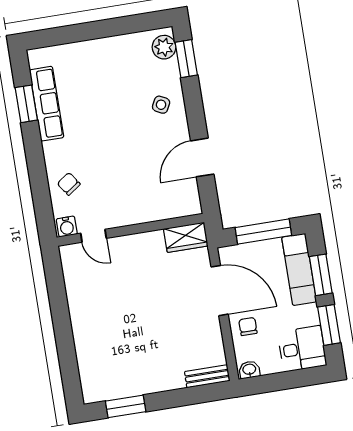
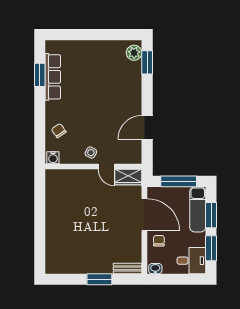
side table: (161, 105) -> (91, 153), moved
door: (94, 236) -> (106, 166), moved
window: (126, 406) -> (99, 279), moved

